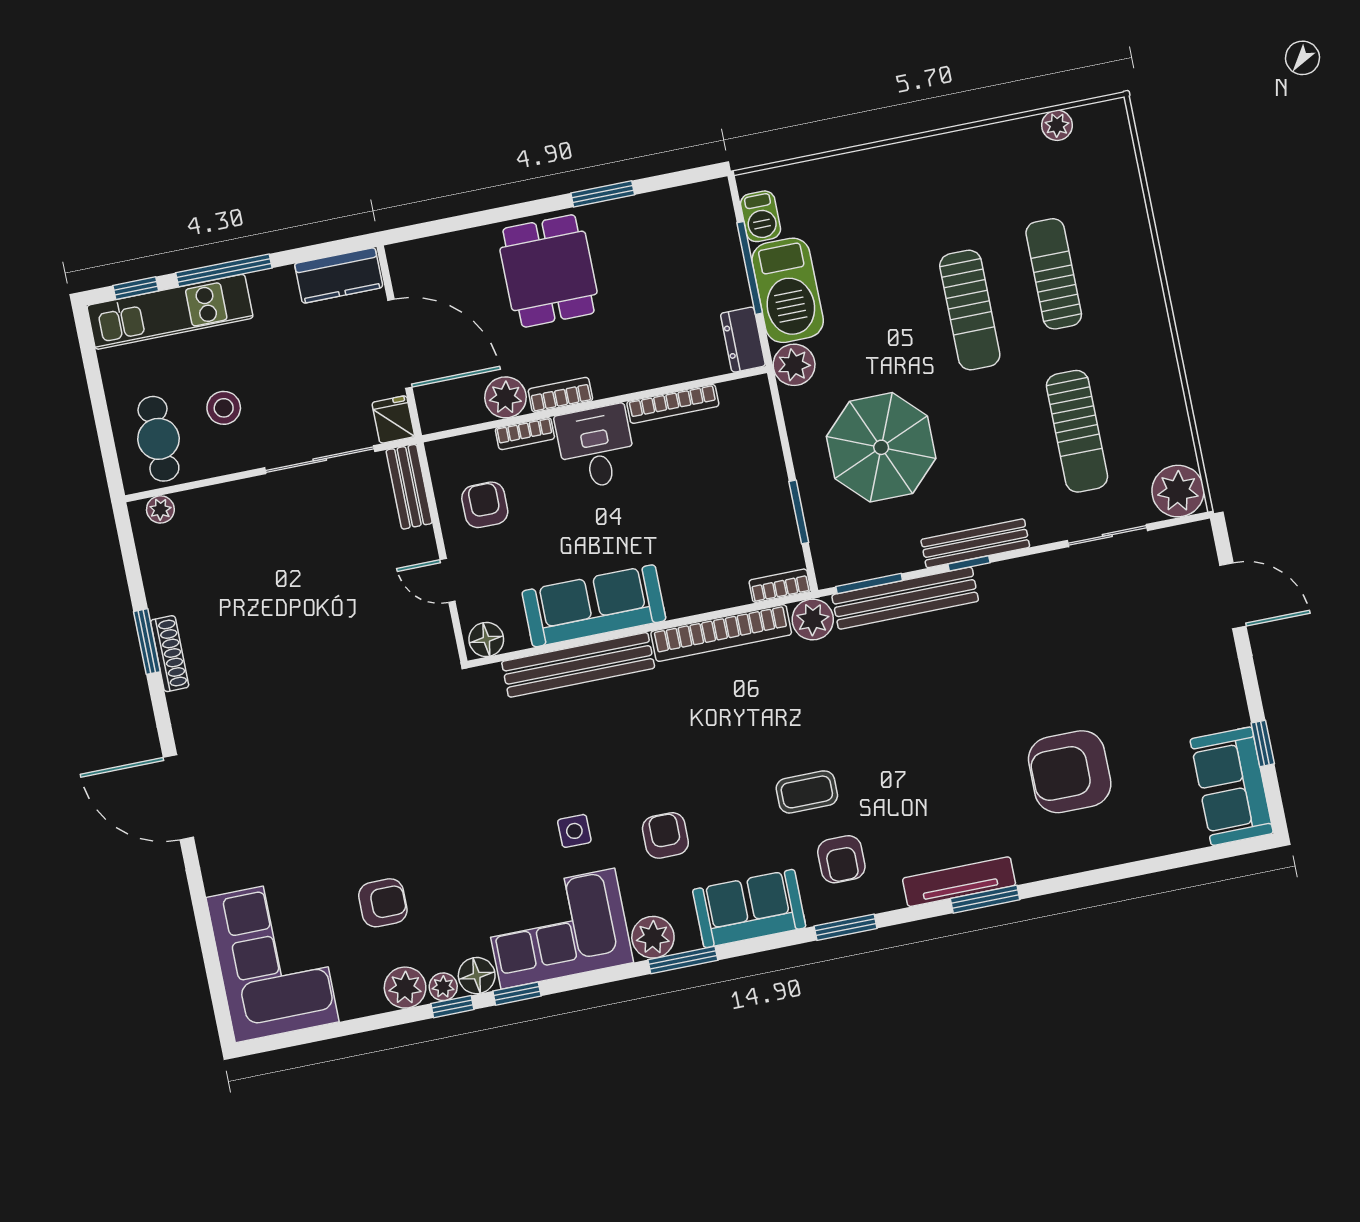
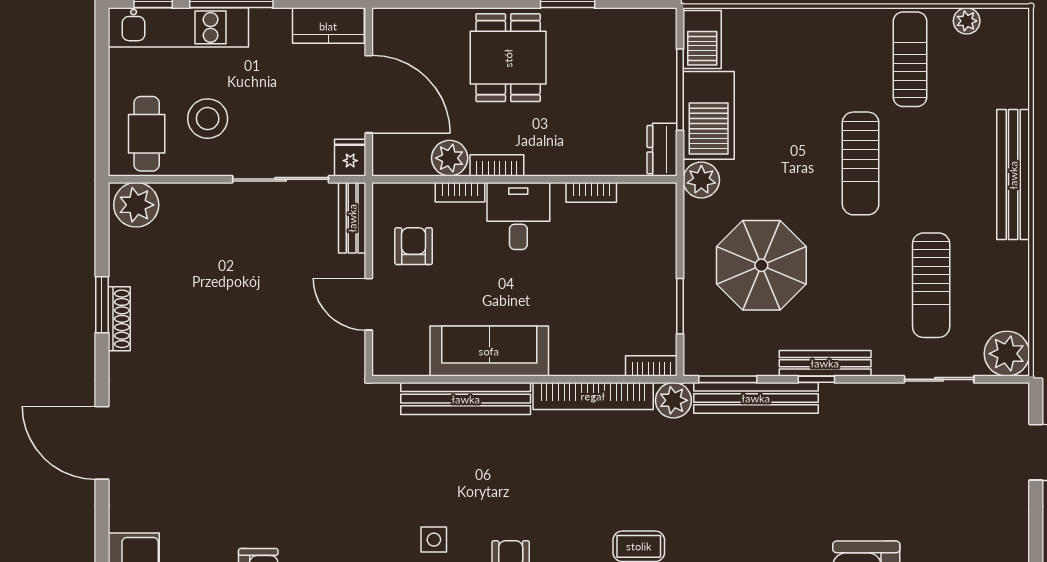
barbecue: (761, 216) -> (702, 40), width x1.38, depth x1.27
sun lounger: (1054, 274) -> (910, 59), moved
bench: (1144, 288) -> (1013, 175), added
bookcase: (673, 404) -> (591, 192), width x0.64
stool: (224, 408) -> (208, 119), width x1.38, depth x1.38
plant: (160, 509) -> (136, 205), width x1.87, depth x1.87
door: (448, 580) -> (369, 304), width x1.38
floor lamp: (486, 639) -> (392, 361), removed

